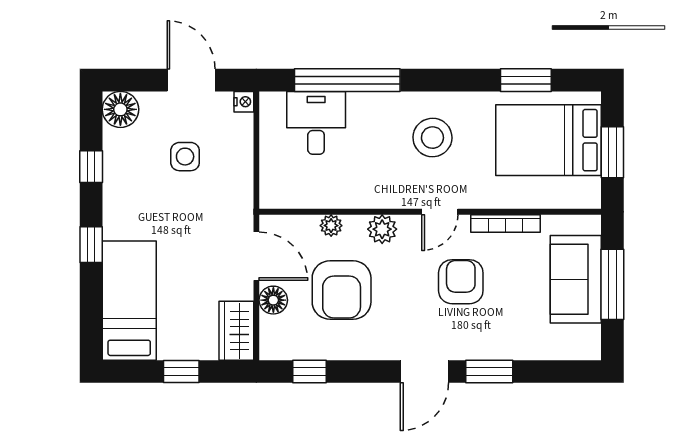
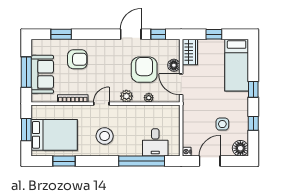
door: (191, 80) -> (210, 161), swing flipped
side table: (185, 157) -> (222, 124), moved
armchair: (461, 282) -> (77, 59), moved, turned -90
door: (424, 372) -> (131, 34), moved
window: (489, 372) -> (61, 34), moved

